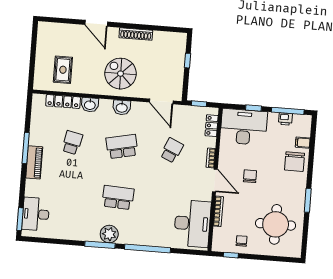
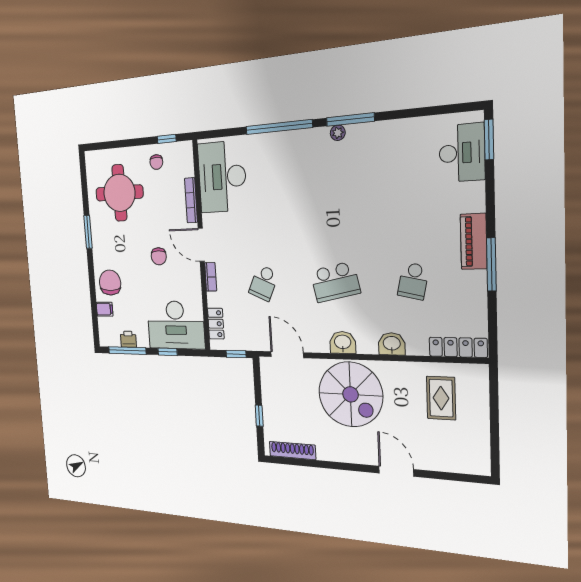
shoe rack: (136, 34) -> (292, 450), moved
spiral stairs: (121, 74) -> (351, 394), width x1.37, depth x1.37
locker: (63, 101) -> (458, 347), moved
school desk: (118, 197) -> (332, 201), removed
plant: (109, 234) -> (338, 133), width x0.53, depth x0.53

